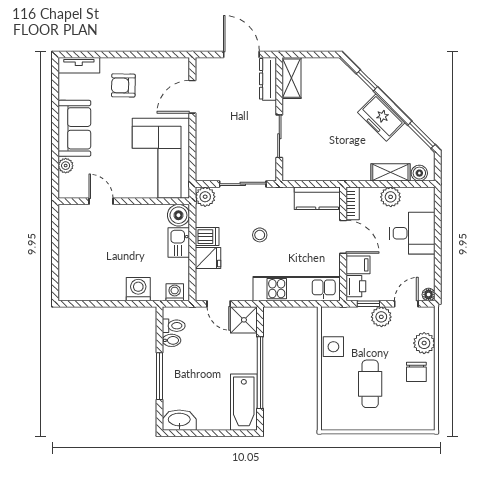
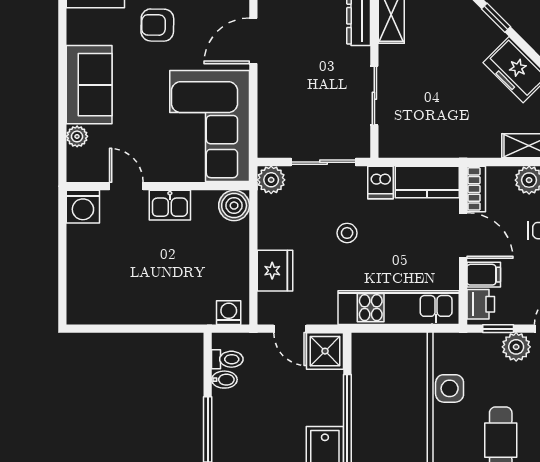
dishwasher: (207, 237) -> (381, 182), moved, turned 90
kitchen sink: (179, 243) -> (170, 205), moved, turned -90
fridge: (208, 258) -> (275, 271), width x1.38
washing machine: (138, 289) -> (83, 207), moved, turned 180

